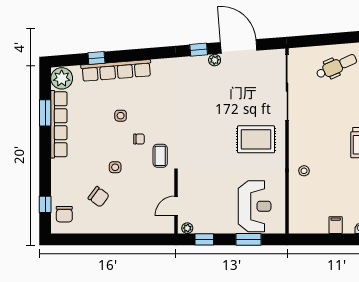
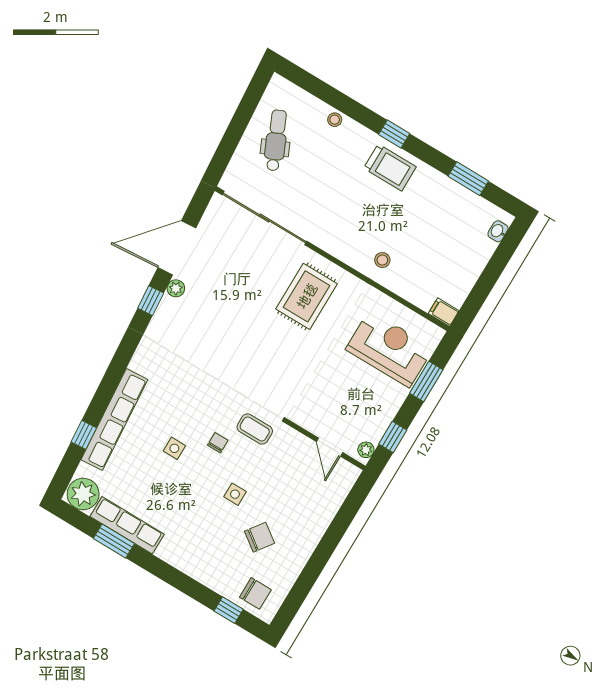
row of seats: (59, 124) -> (127, 525), width x0.73
filing cabinet: (336, 225) -> (444, 312), moved

